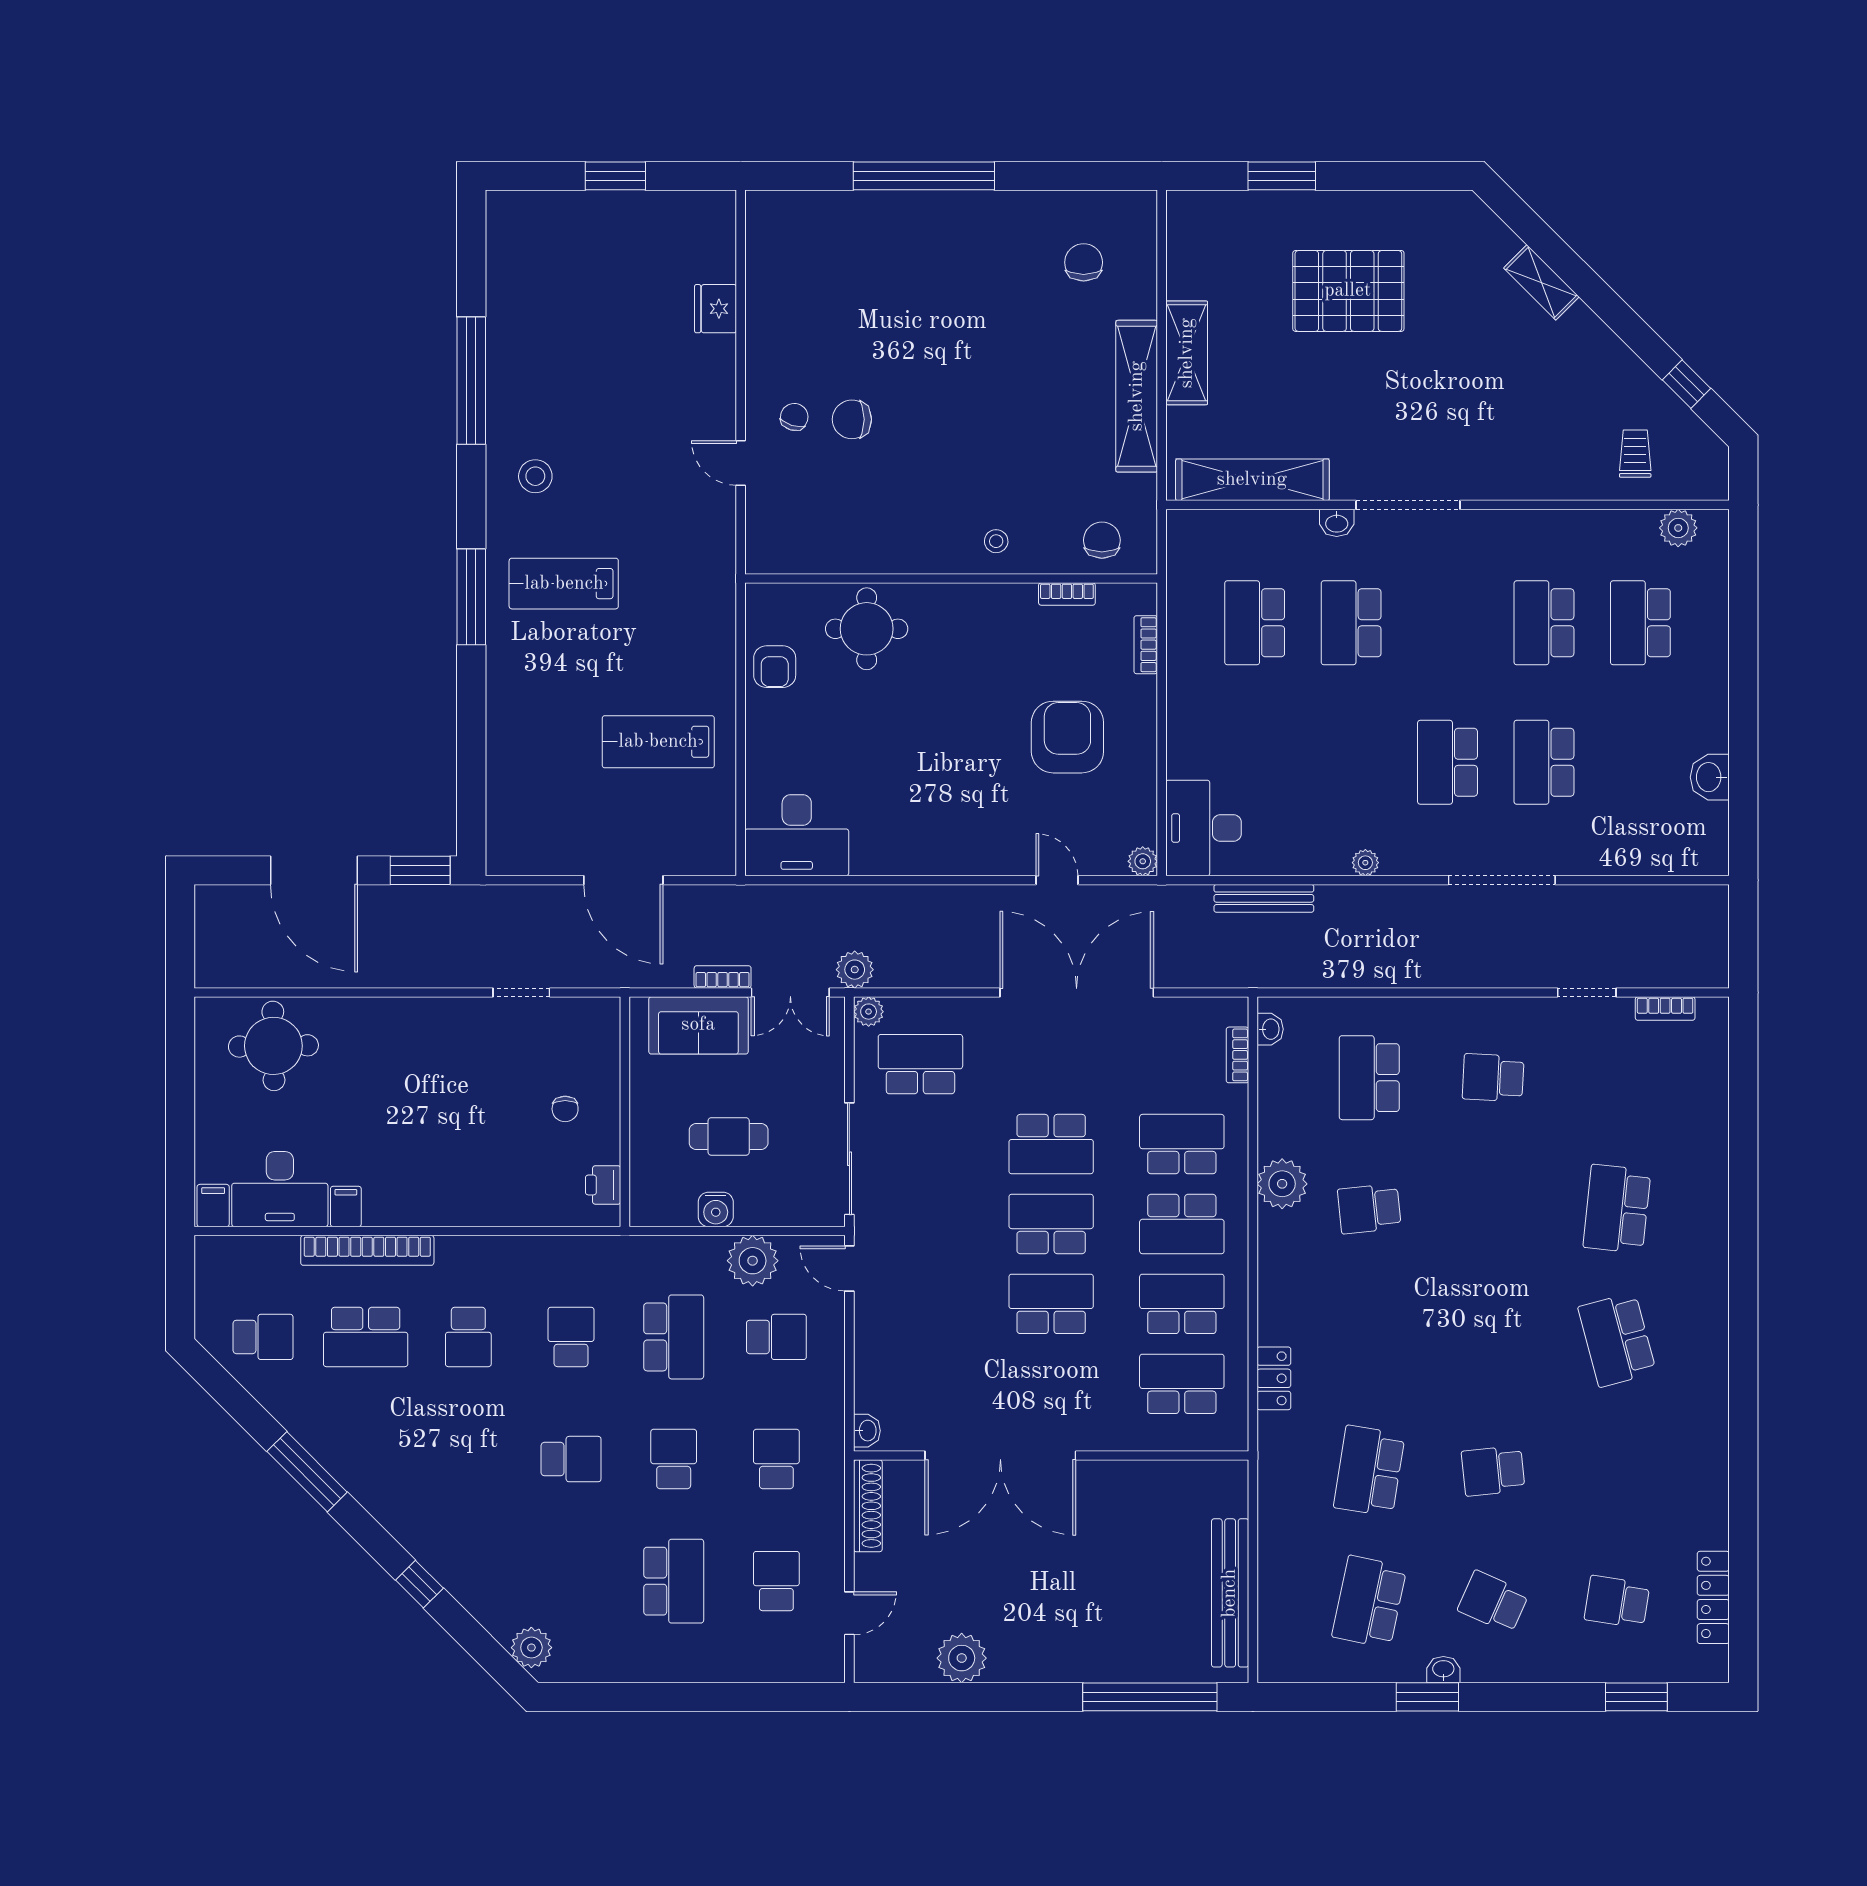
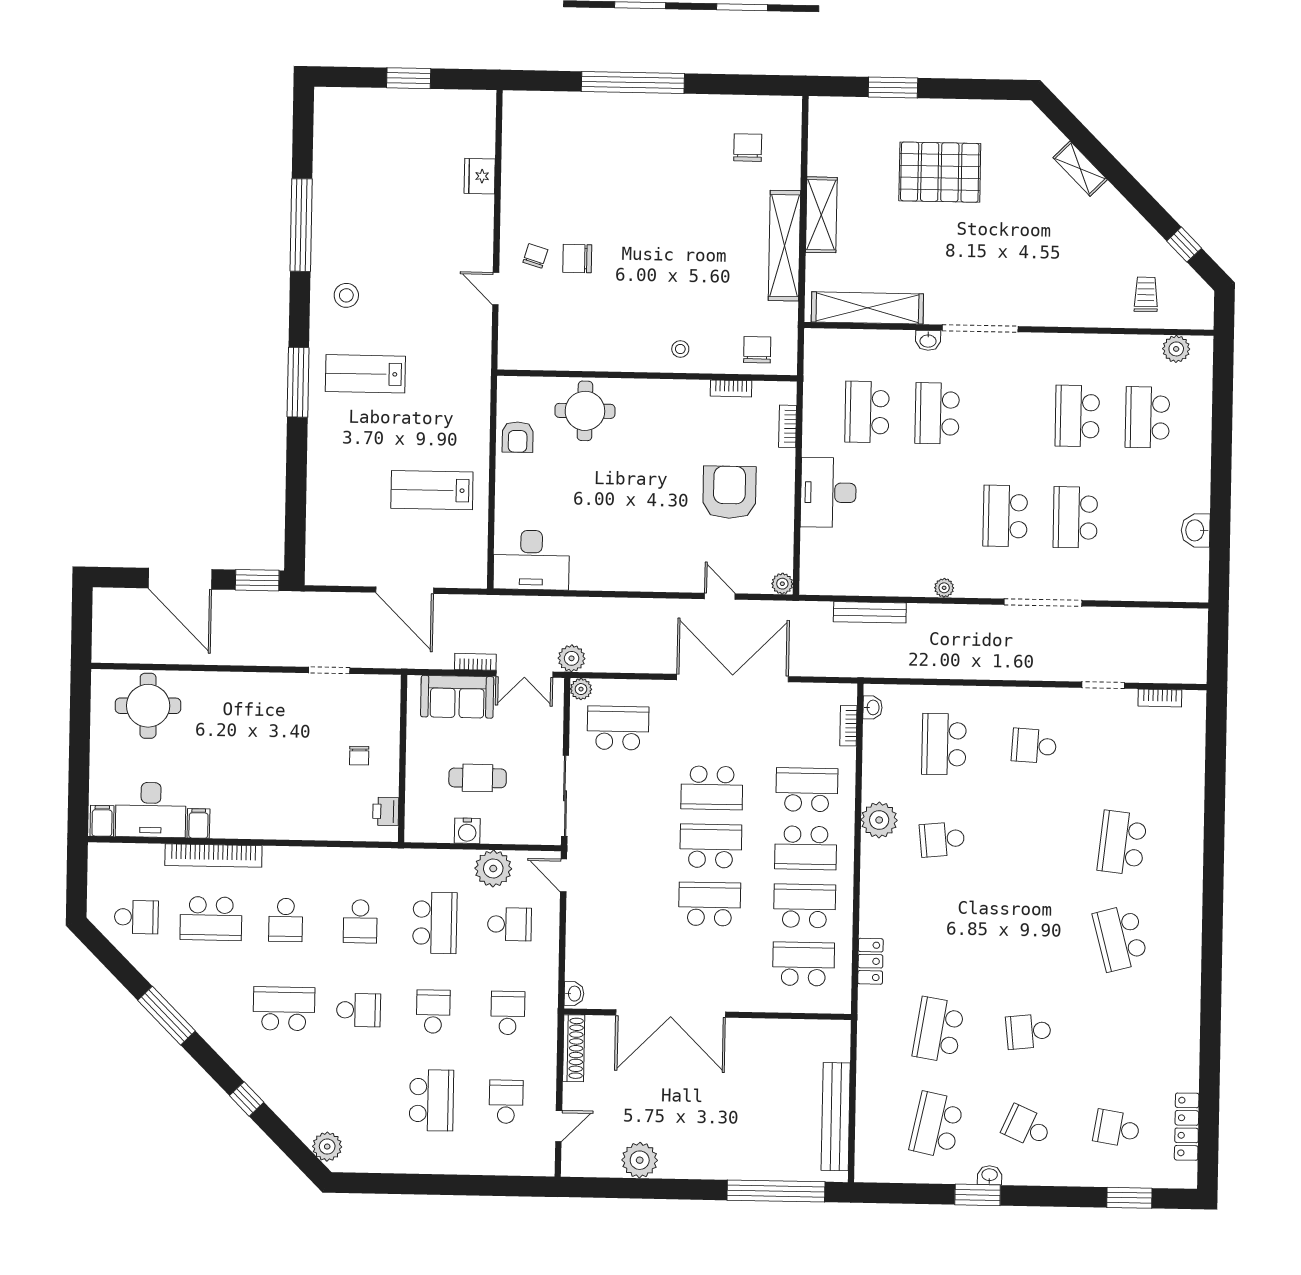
desk: (1204, 828) -> (828, 493), moved
school desk: (571, 1337) -> (360, 921), turned 180
school desk: (468, 1459) -> (284, 1009), added

